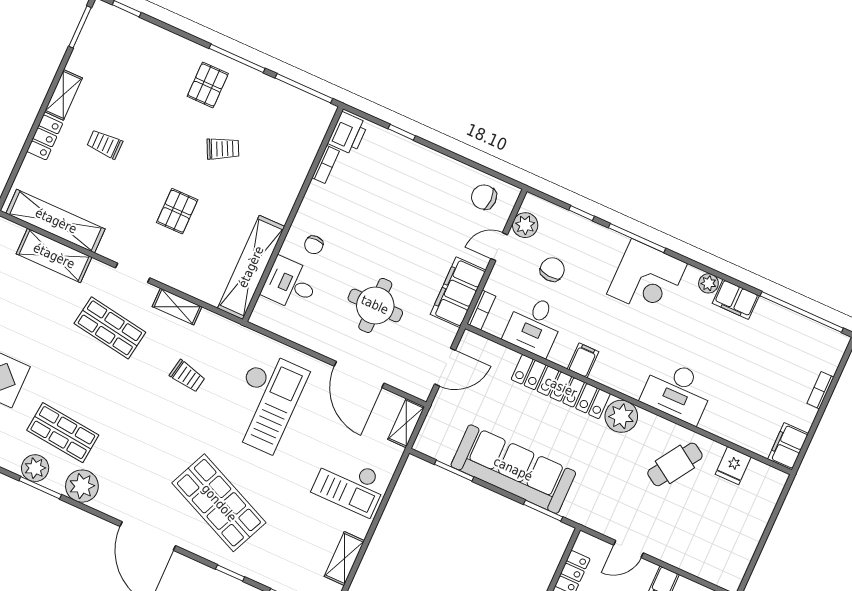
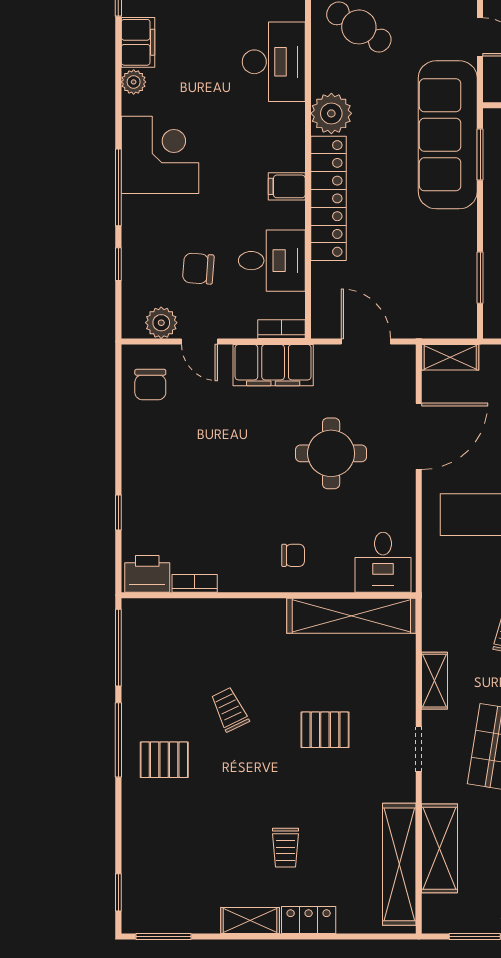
desk: (290, 284) -> (383, 562), moved
sofa: (513, 469) -> (448, 135), moved

